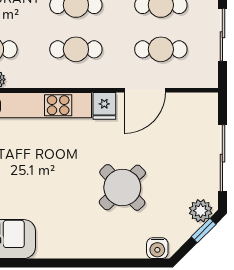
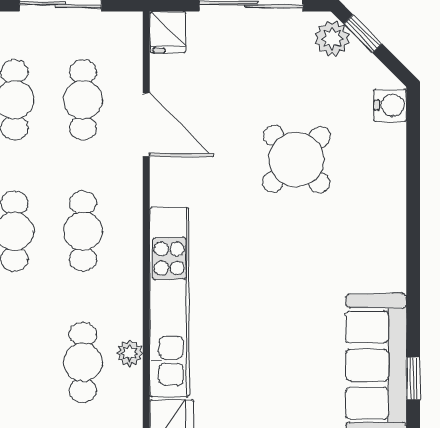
fridge: (104, 106) -> (168, 32), moved, turned 90

